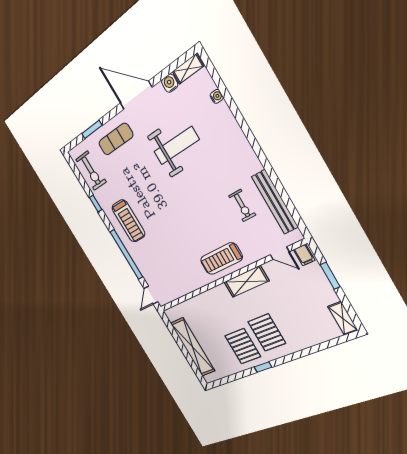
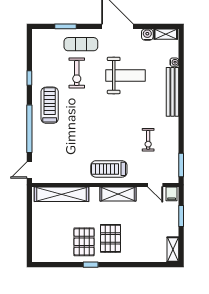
exercise bike: (91, 171) -> (77, 73), moved
bench: (275, 202) -> (173, 92), moved
window: (296, 216) -> (181, 165), added
treadmill: (128, 221) -> (50, 105), turned 180
shelving: (193, 347) -> (62, 194), moved, turned 90

